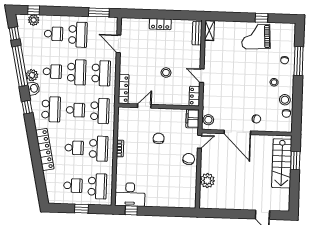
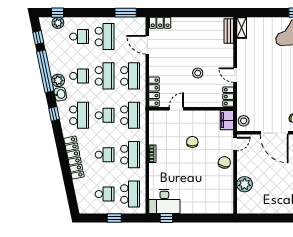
locker: (160, 24) -> (160, 23), moved

